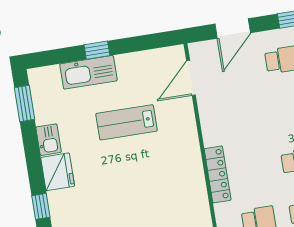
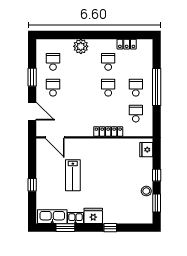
kitchen sink: (88, 72) -> (52, 217), moved, turned -90
window: (24, 104) -> (65, 228), moved

